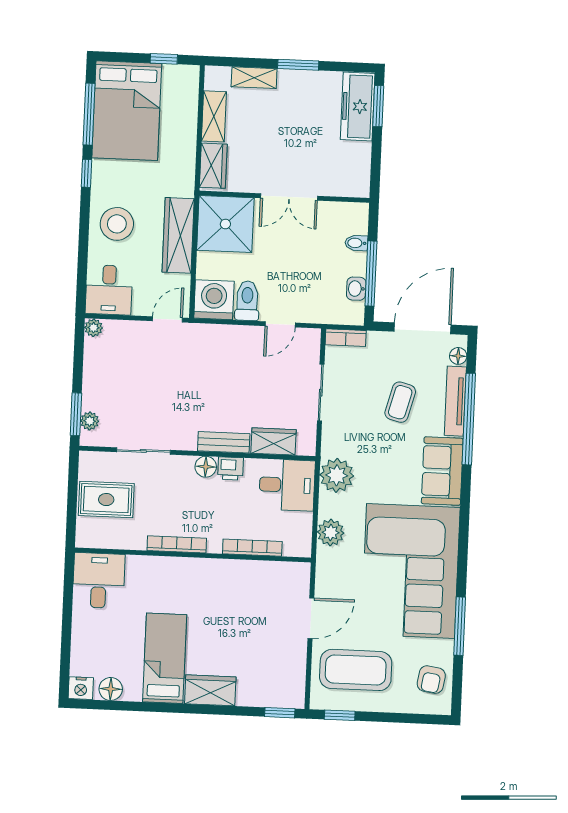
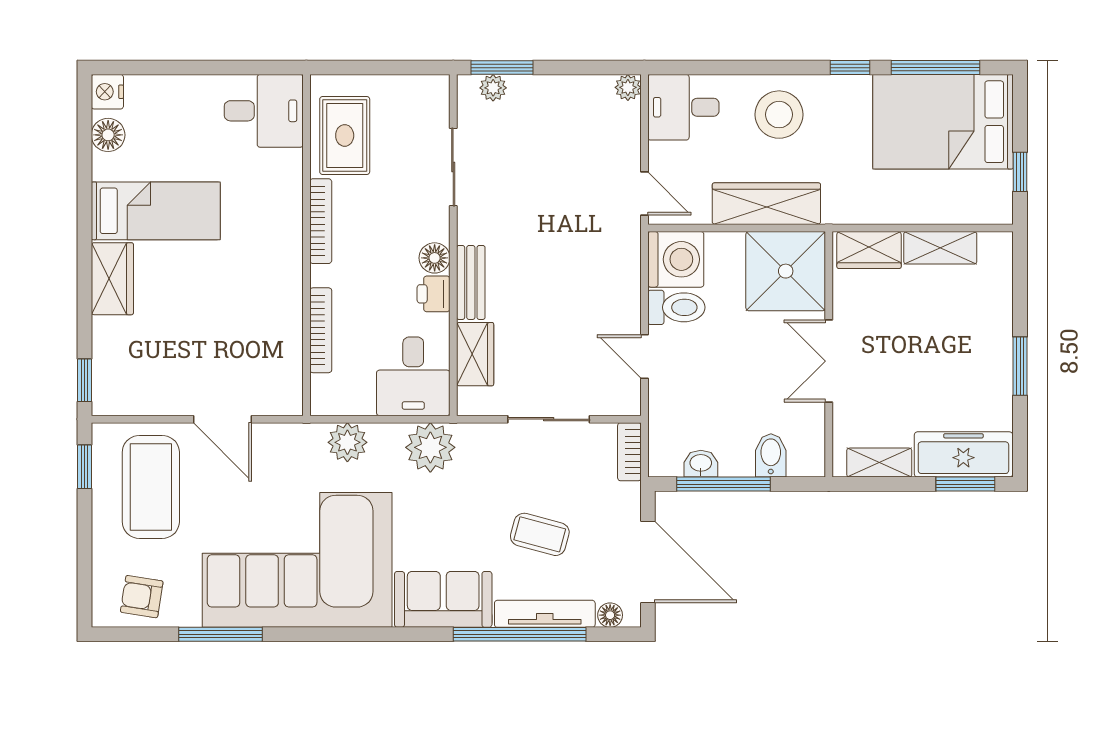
shelving: (254, 78) -> (879, 463), moved, turned 90
bidet: (356, 243) -> (771, 455), width x1.38, depth x1.36
rug: (106, 500) -> (345, 135), moved

